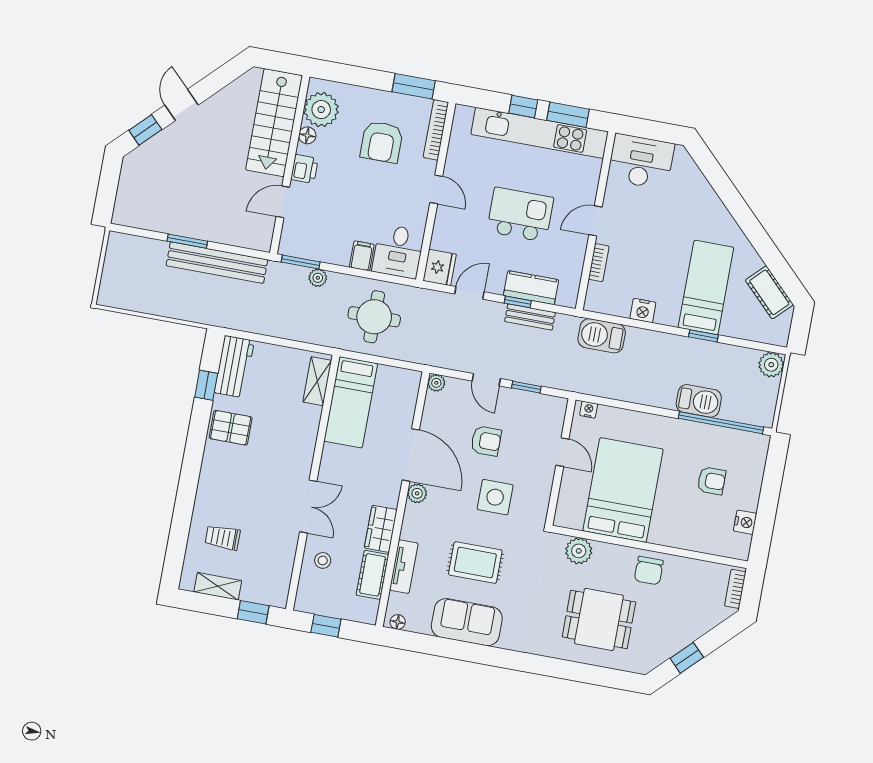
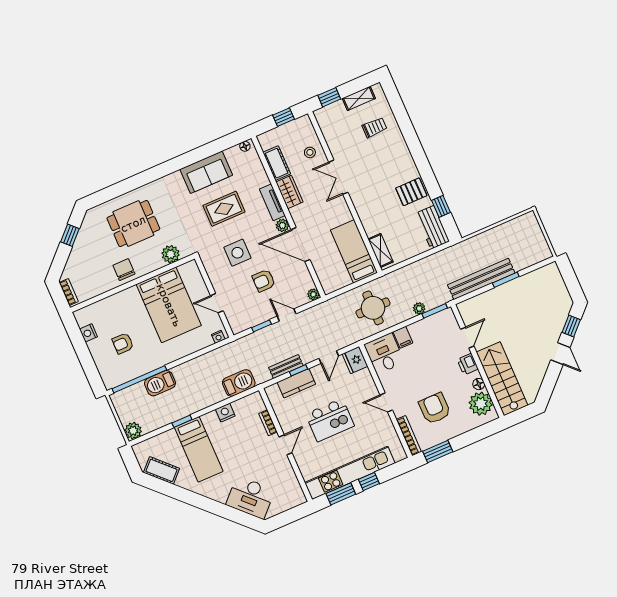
desk: (641, 162) -> (250, 497), moved, turned 45
tv unit: (404, 567) -> (272, 202), moved

